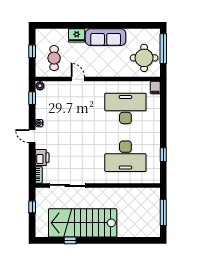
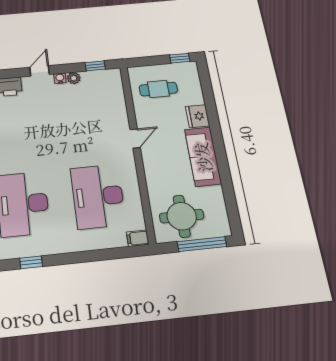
window: (32, 51) -> (180, 58), moved
door: (78, 79) -> (135, 138), moved
plant: (40, 86) -> (74, 78), moved
desk: (125, 108) -> (98, 196), turned 180

